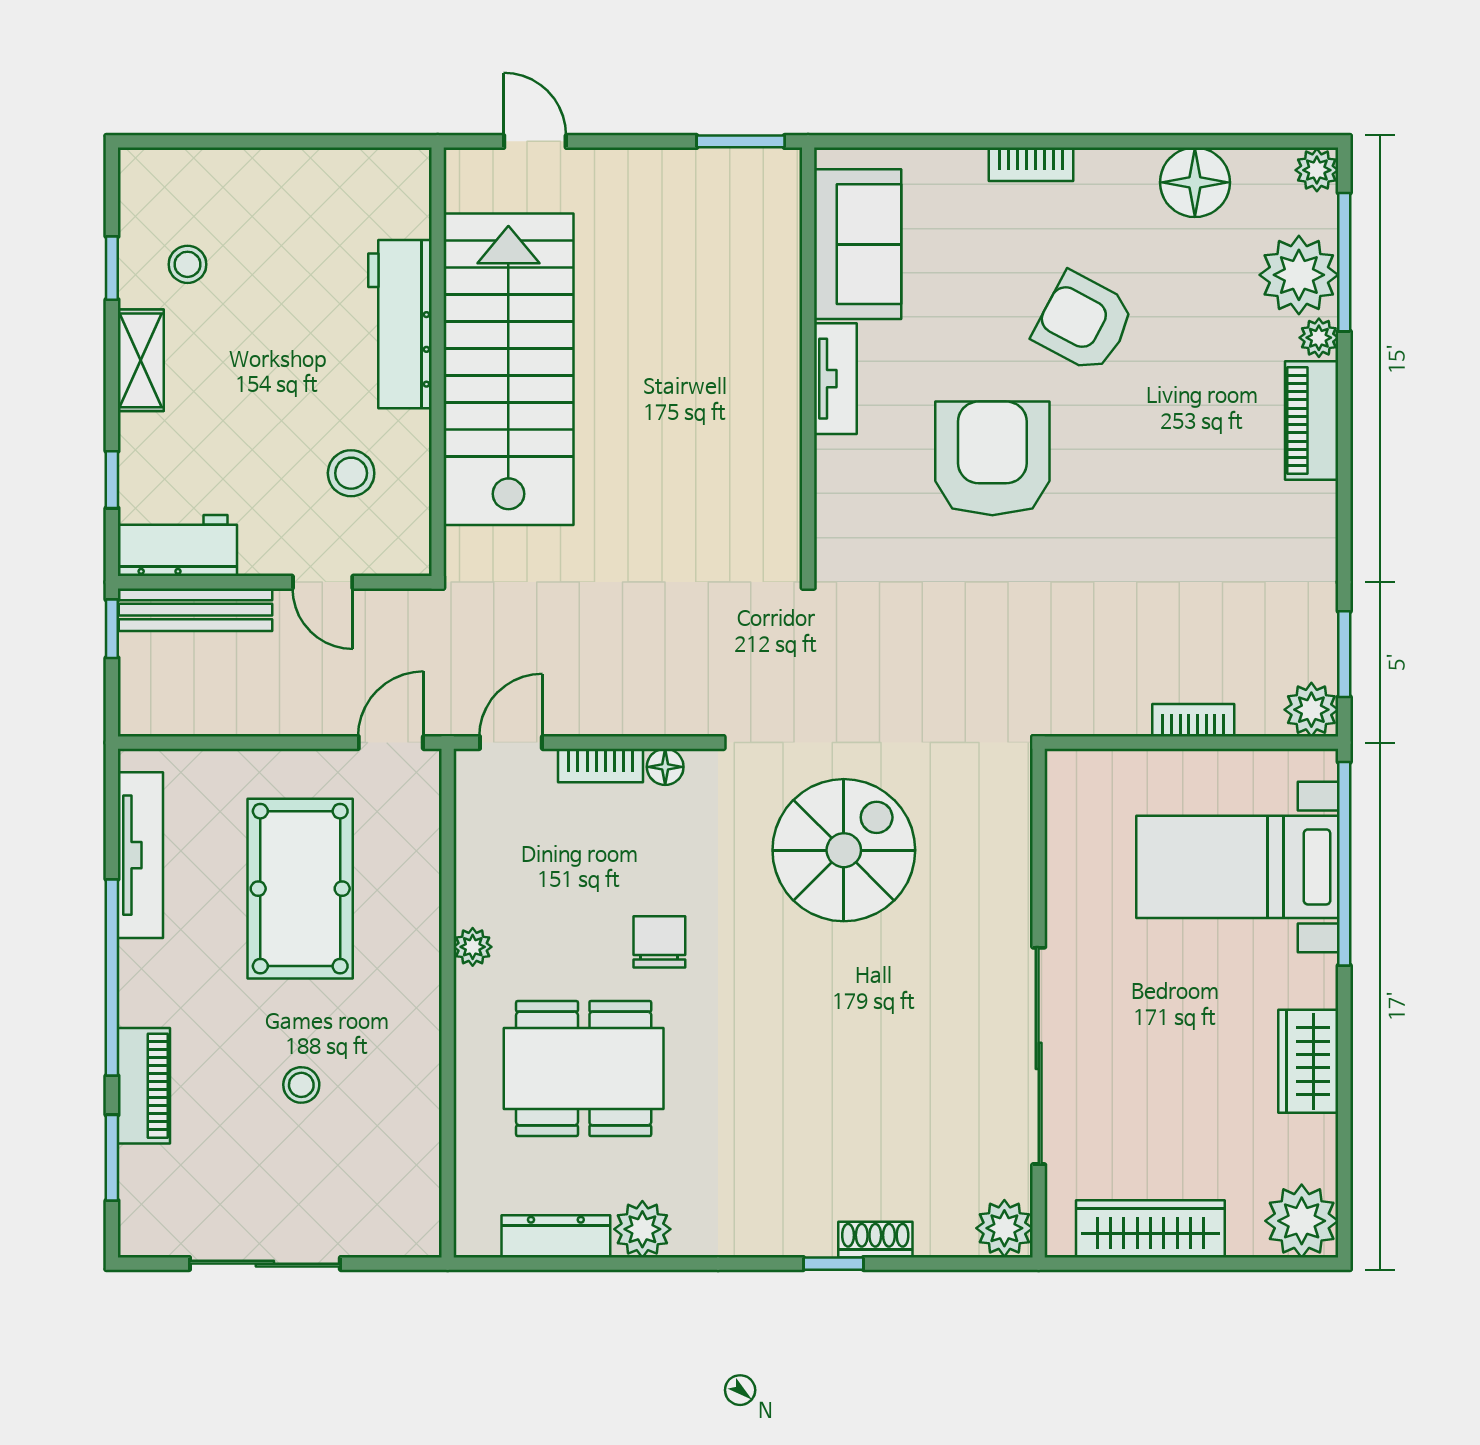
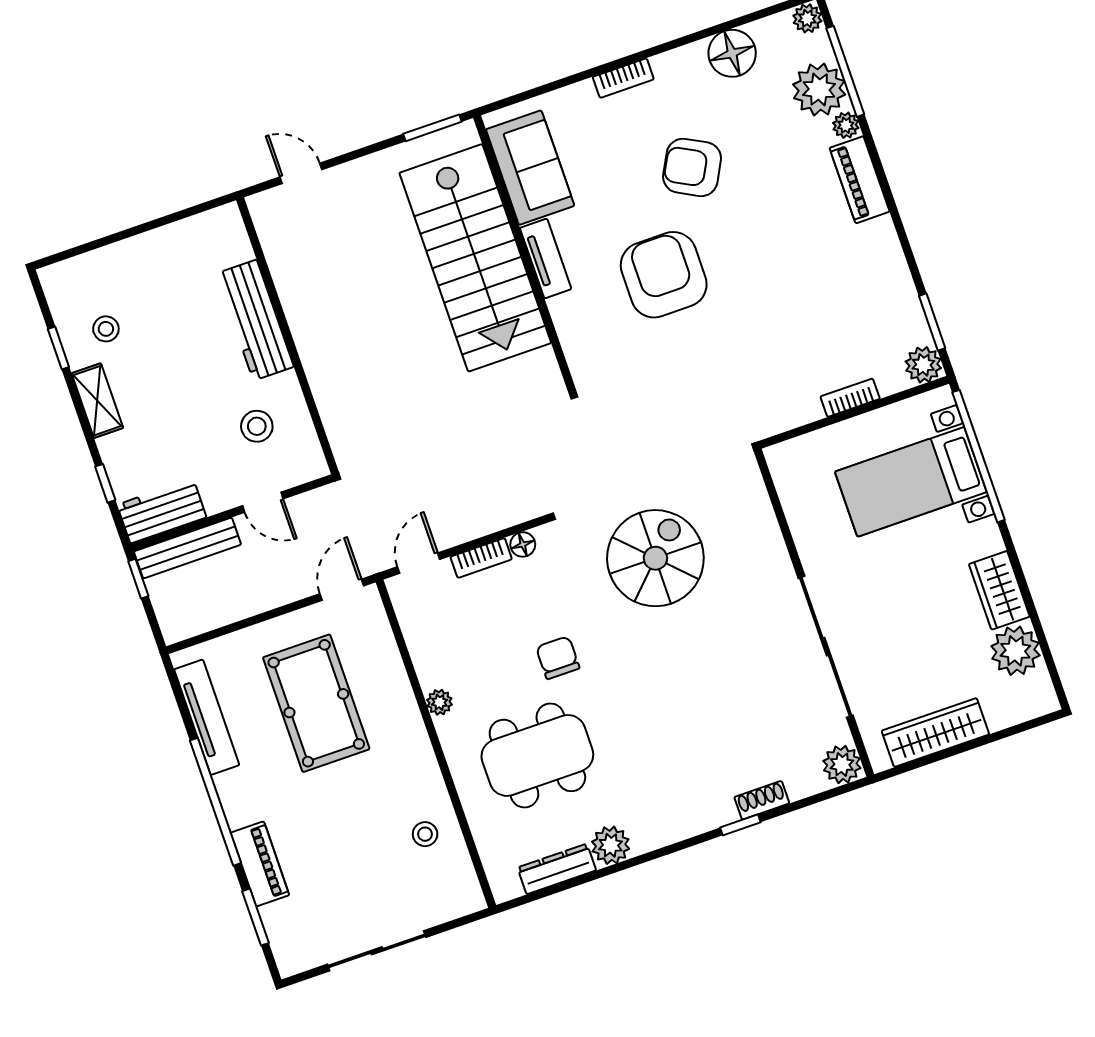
stairs: (508, 369) -> (475, 258), moved, turned 180
stool: (301, 1085) -> (425, 834), moved
plant: (1302, 1221) -> (1015, 651), moved

